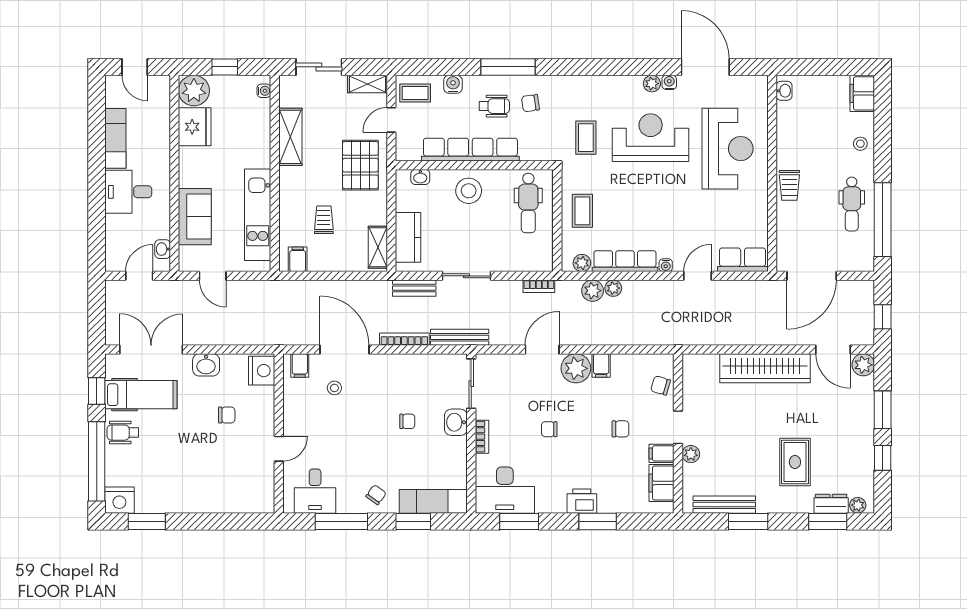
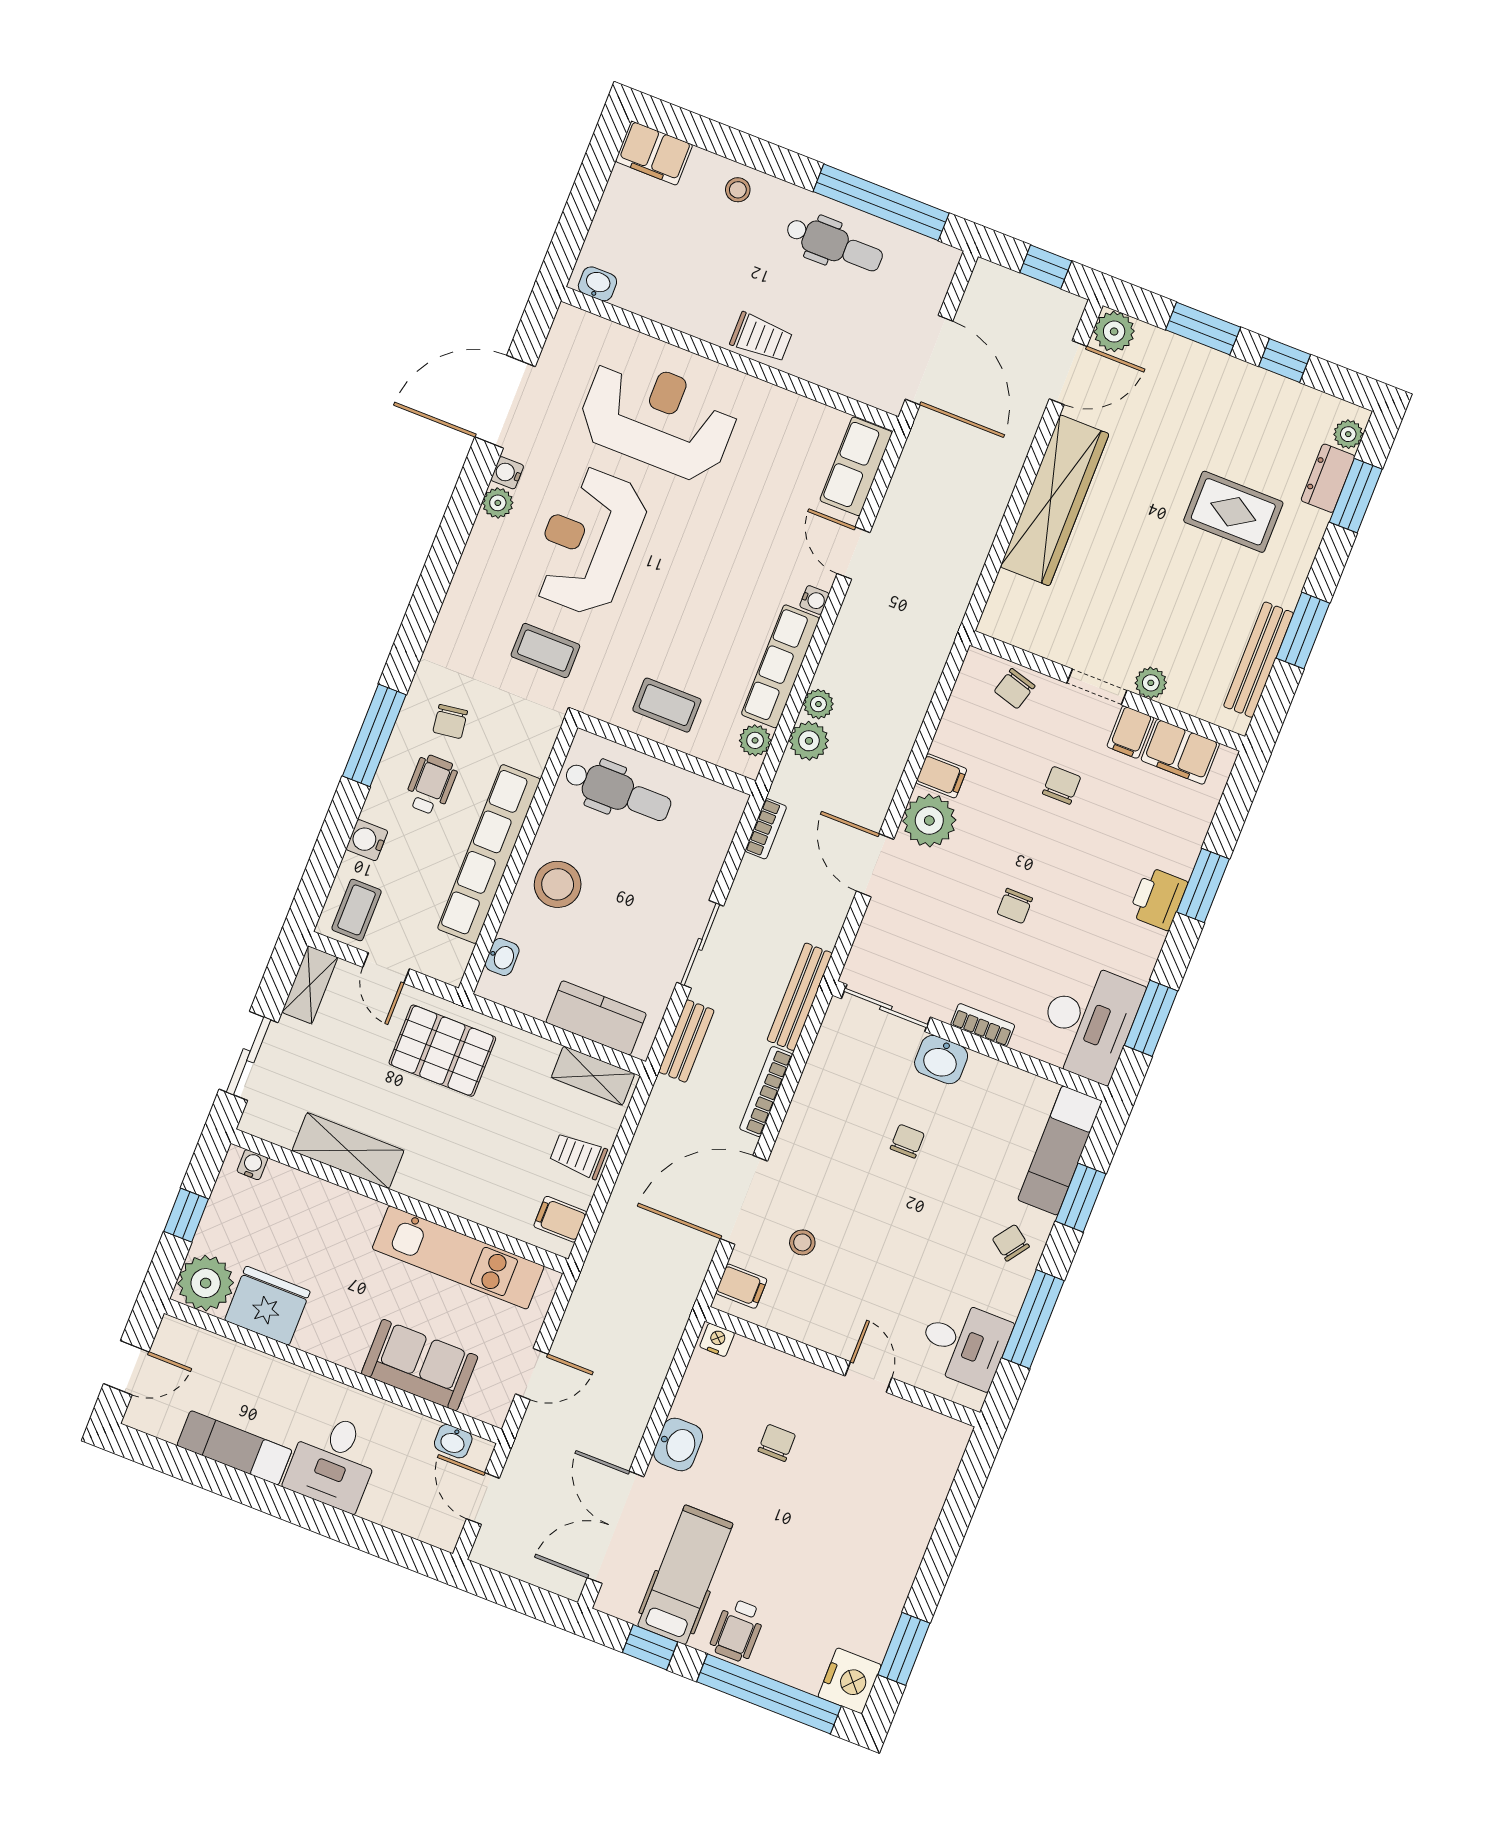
trolley: (324, 220) -> (578, 1156), moved
nightstand: (262, 371) -> (717, 1340), width x0.53, depth x0.56

